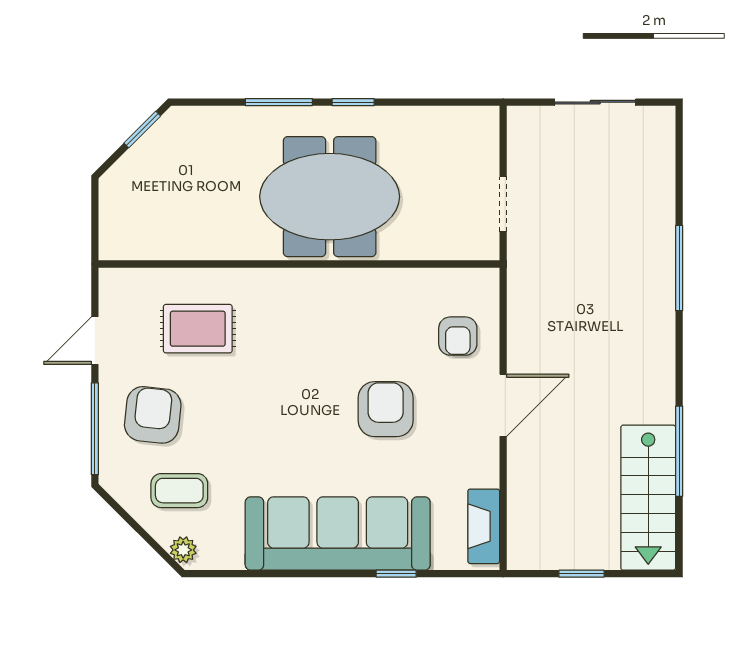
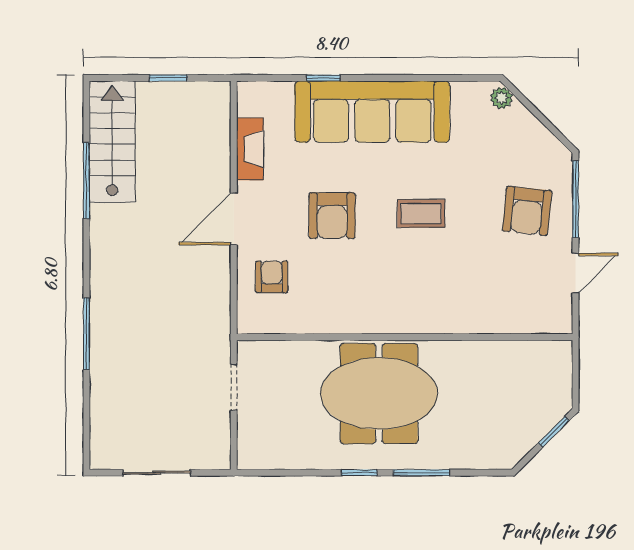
window: (142, 129) -> (554, 432), moved
rug: (198, 329) -> (489, 283), removed
coffee table: (179, 491) -> (421, 214), moved
fireplace: (484, 526) -> (250, 149), moved

